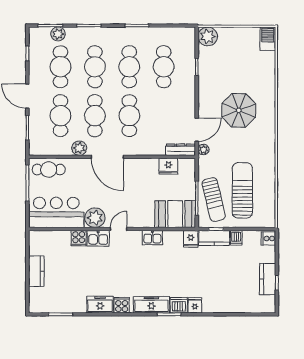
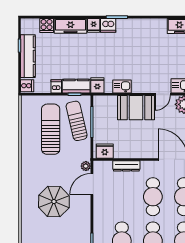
dresser: (181, 150) -> (126, 166), moved
fridge: (168, 166) -> (105, 151), moved
sun lounger: (242, 190) -> (51, 129), turned 180
booth: (175, 214) -> (136, 108), moved
kitchen sink: (152, 238) -> (122, 86), moved
kitchen counter: (268, 279) -> (28, 56), width x1.50
cooker: (122, 305) -> (47, 25), moved
freezer: (151, 305) -> (70, 26), moved

